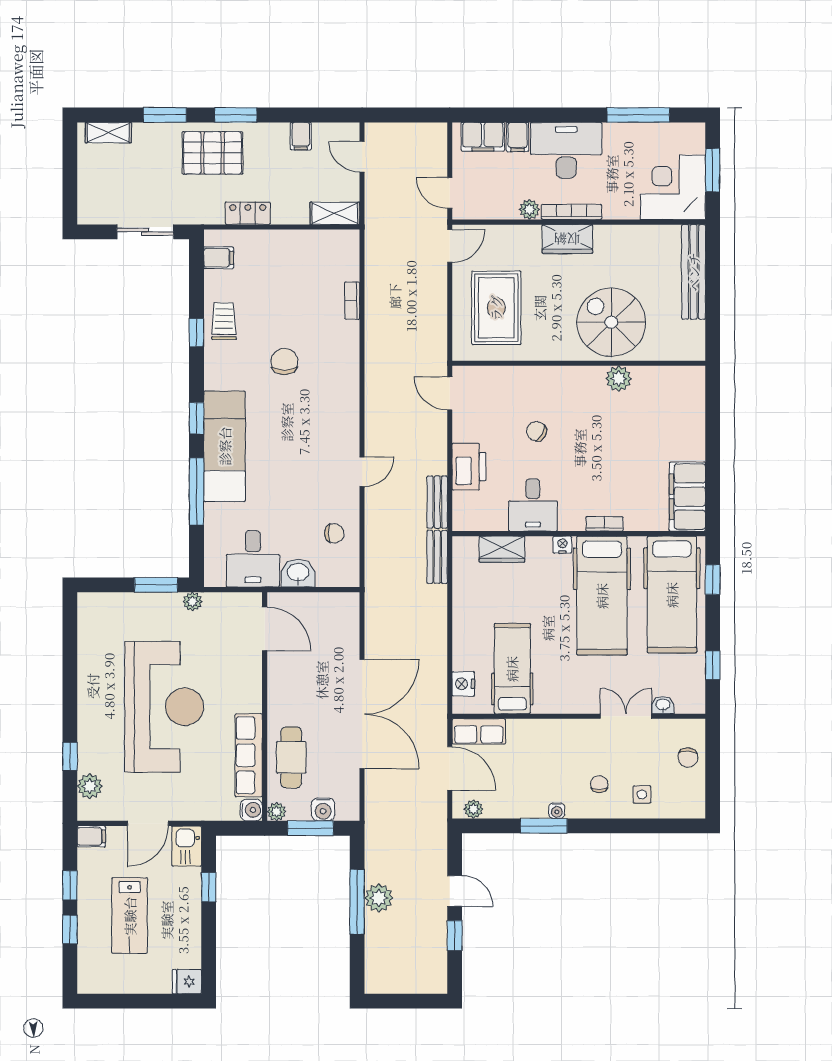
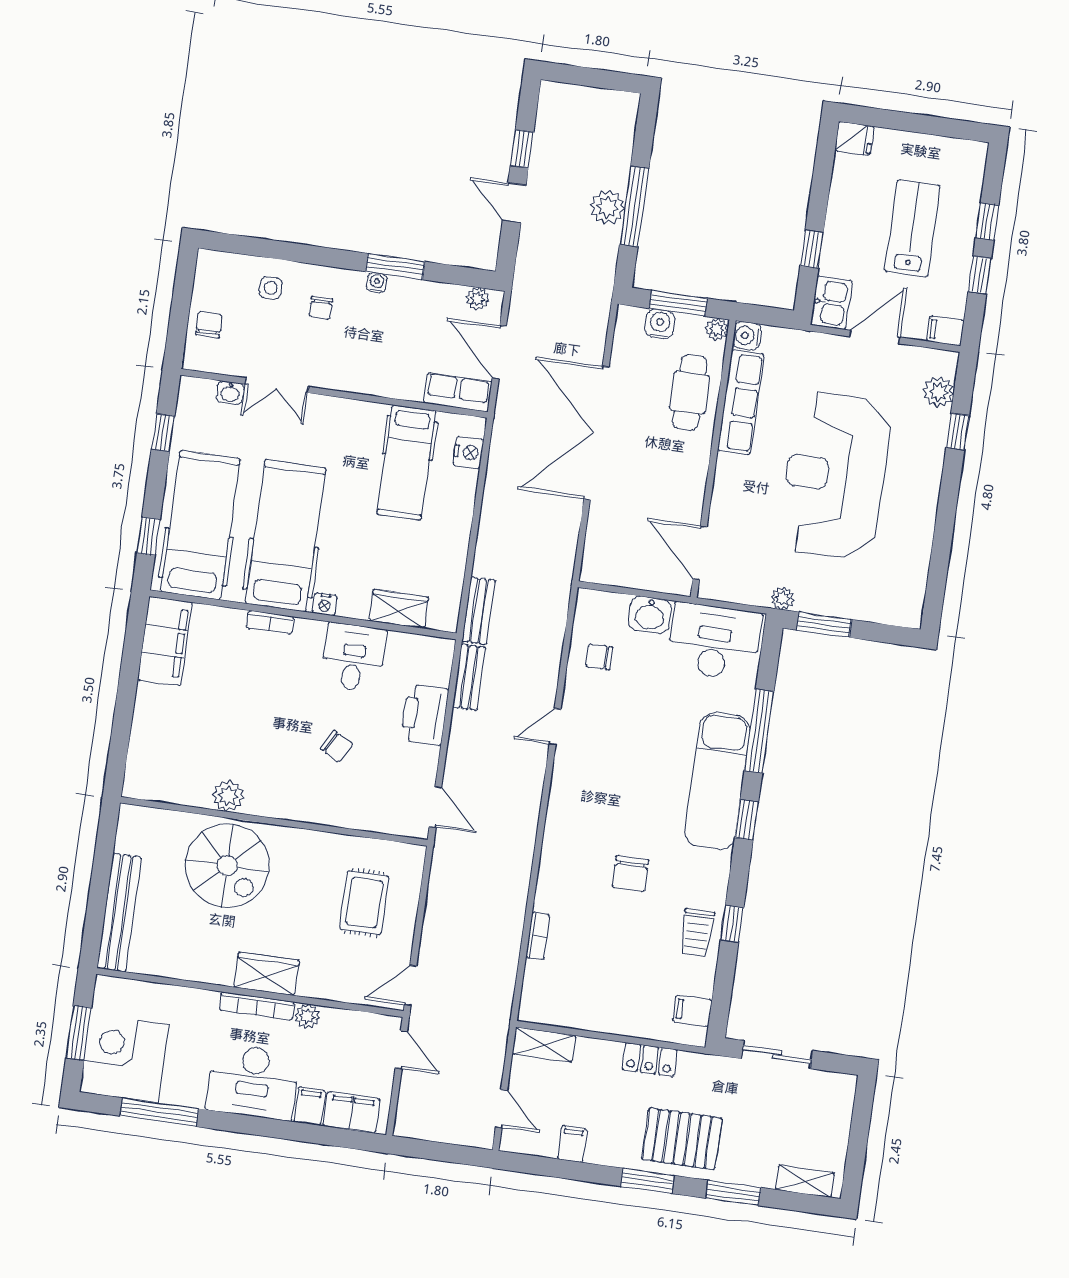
corner desk: (673, 187) -> (124, 1058), moved, turned 180
rug: (496, 308) -> (364, 903), width x0.73, depth x0.70
desk: (253, 559) -> (714, 641), width x1.37

